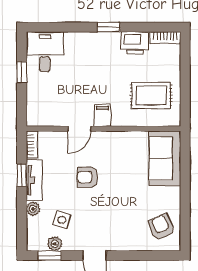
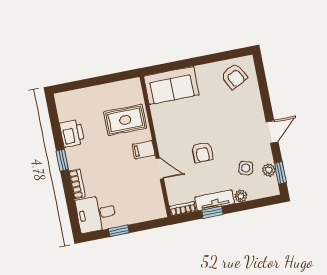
bookcase: (165, 38) -> (77, 184), moved
rug: (151, 95) -> (125, 120), moved, turned 90
armchair: (161, 227) -> (234, 76), turned -94

